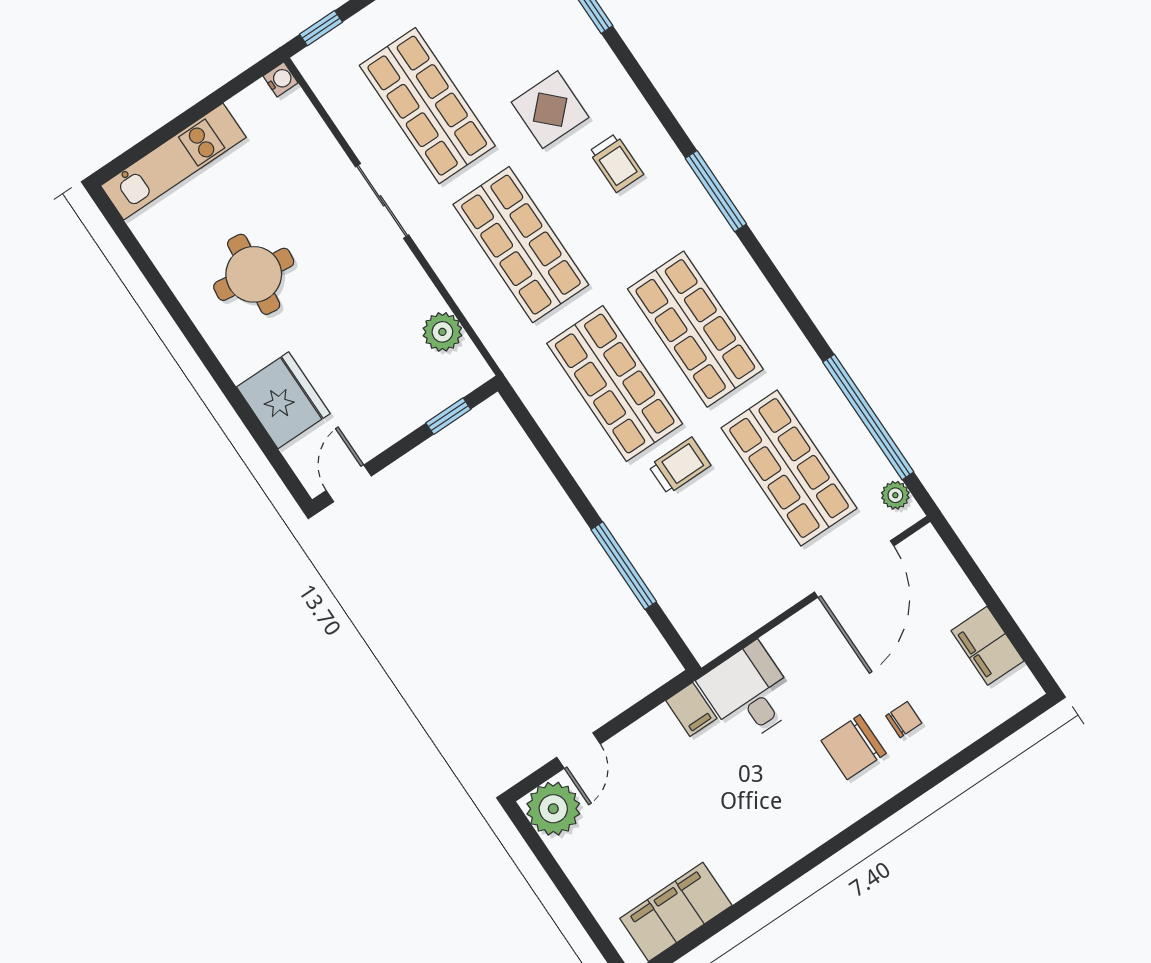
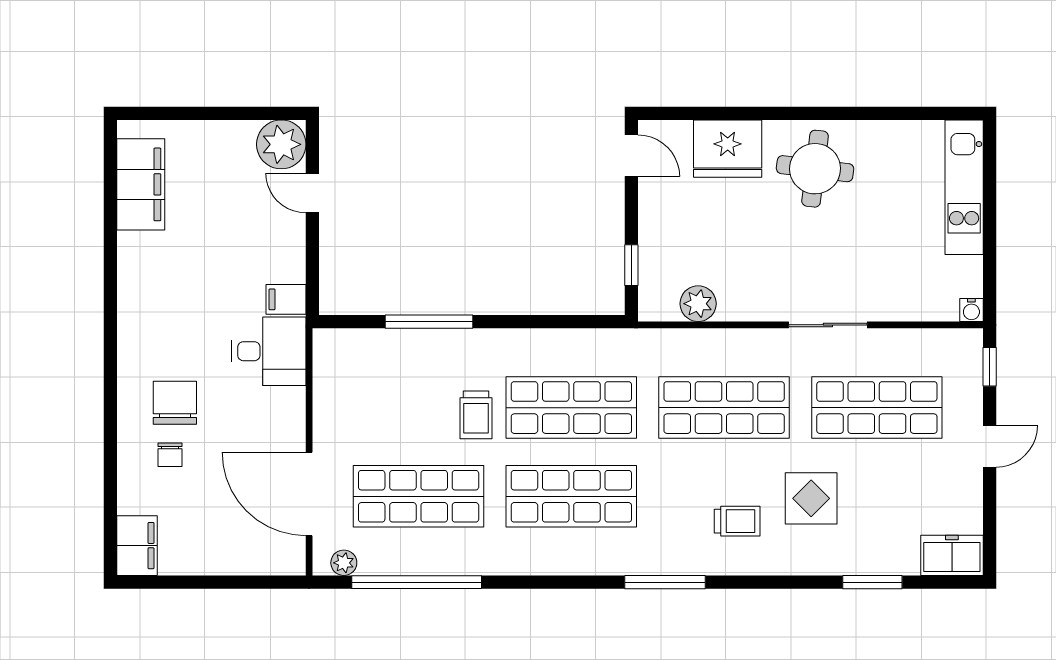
trolley: (616, 163) -> (737, 521), turned 180
round table: (254, 274) -> (815, 169), moved
filing cabinet: (987, 646) -> (137, 546), moved, turned 90

